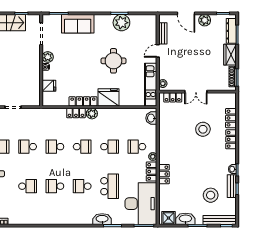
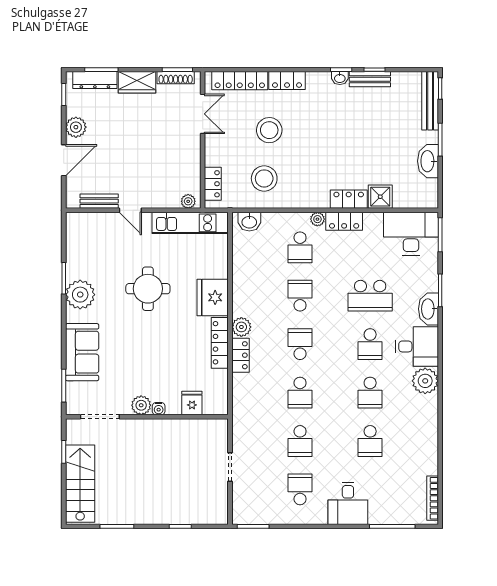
plant: (121, 23) -> (80, 295), moved
double door: (196, 92) -> (203, 114), moved
locker: (231, 118) -> (240, 81), width x1.53
school desk: (28, 186) -> (370, 441), turned 180
school desk: (110, 186) -> (370, 296), turned 180
stool: (211, 195) -> (264, 178), moved
desk: (141, 204) -> (411, 234), width x0.73, depth x0.77
desk: (81, 213) -> (417, 346), added
plant: (61, 217) -> (425, 381), added
shower: (168, 218) -> (380, 197), moved

